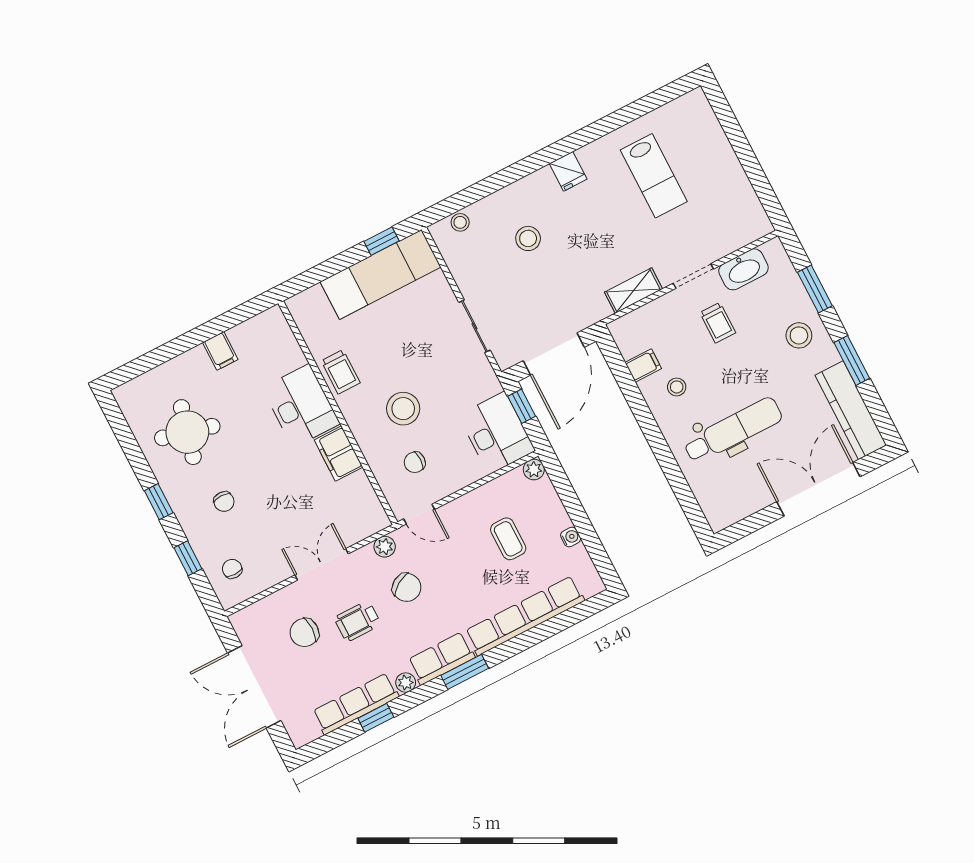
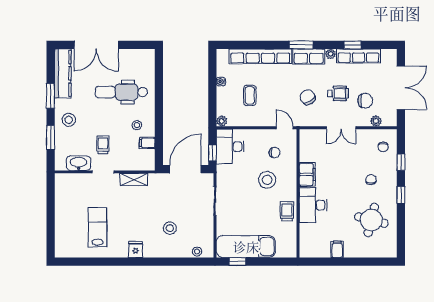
plant: (385, 547) -> (376, 121), moved

